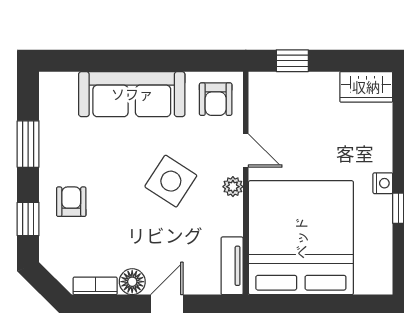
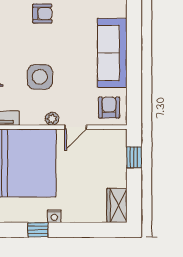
armchair: (216, 99) -> (109, 107), turned 90
side table: (171, 181) -> (40, 77), moved, turned -33

